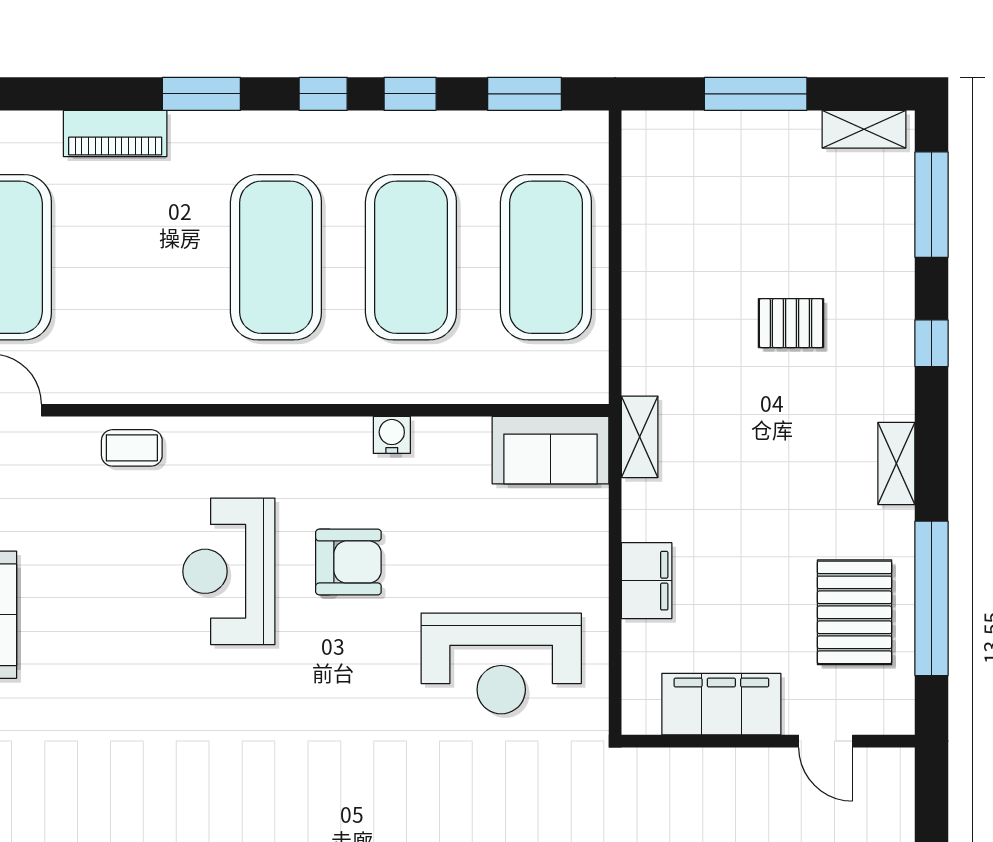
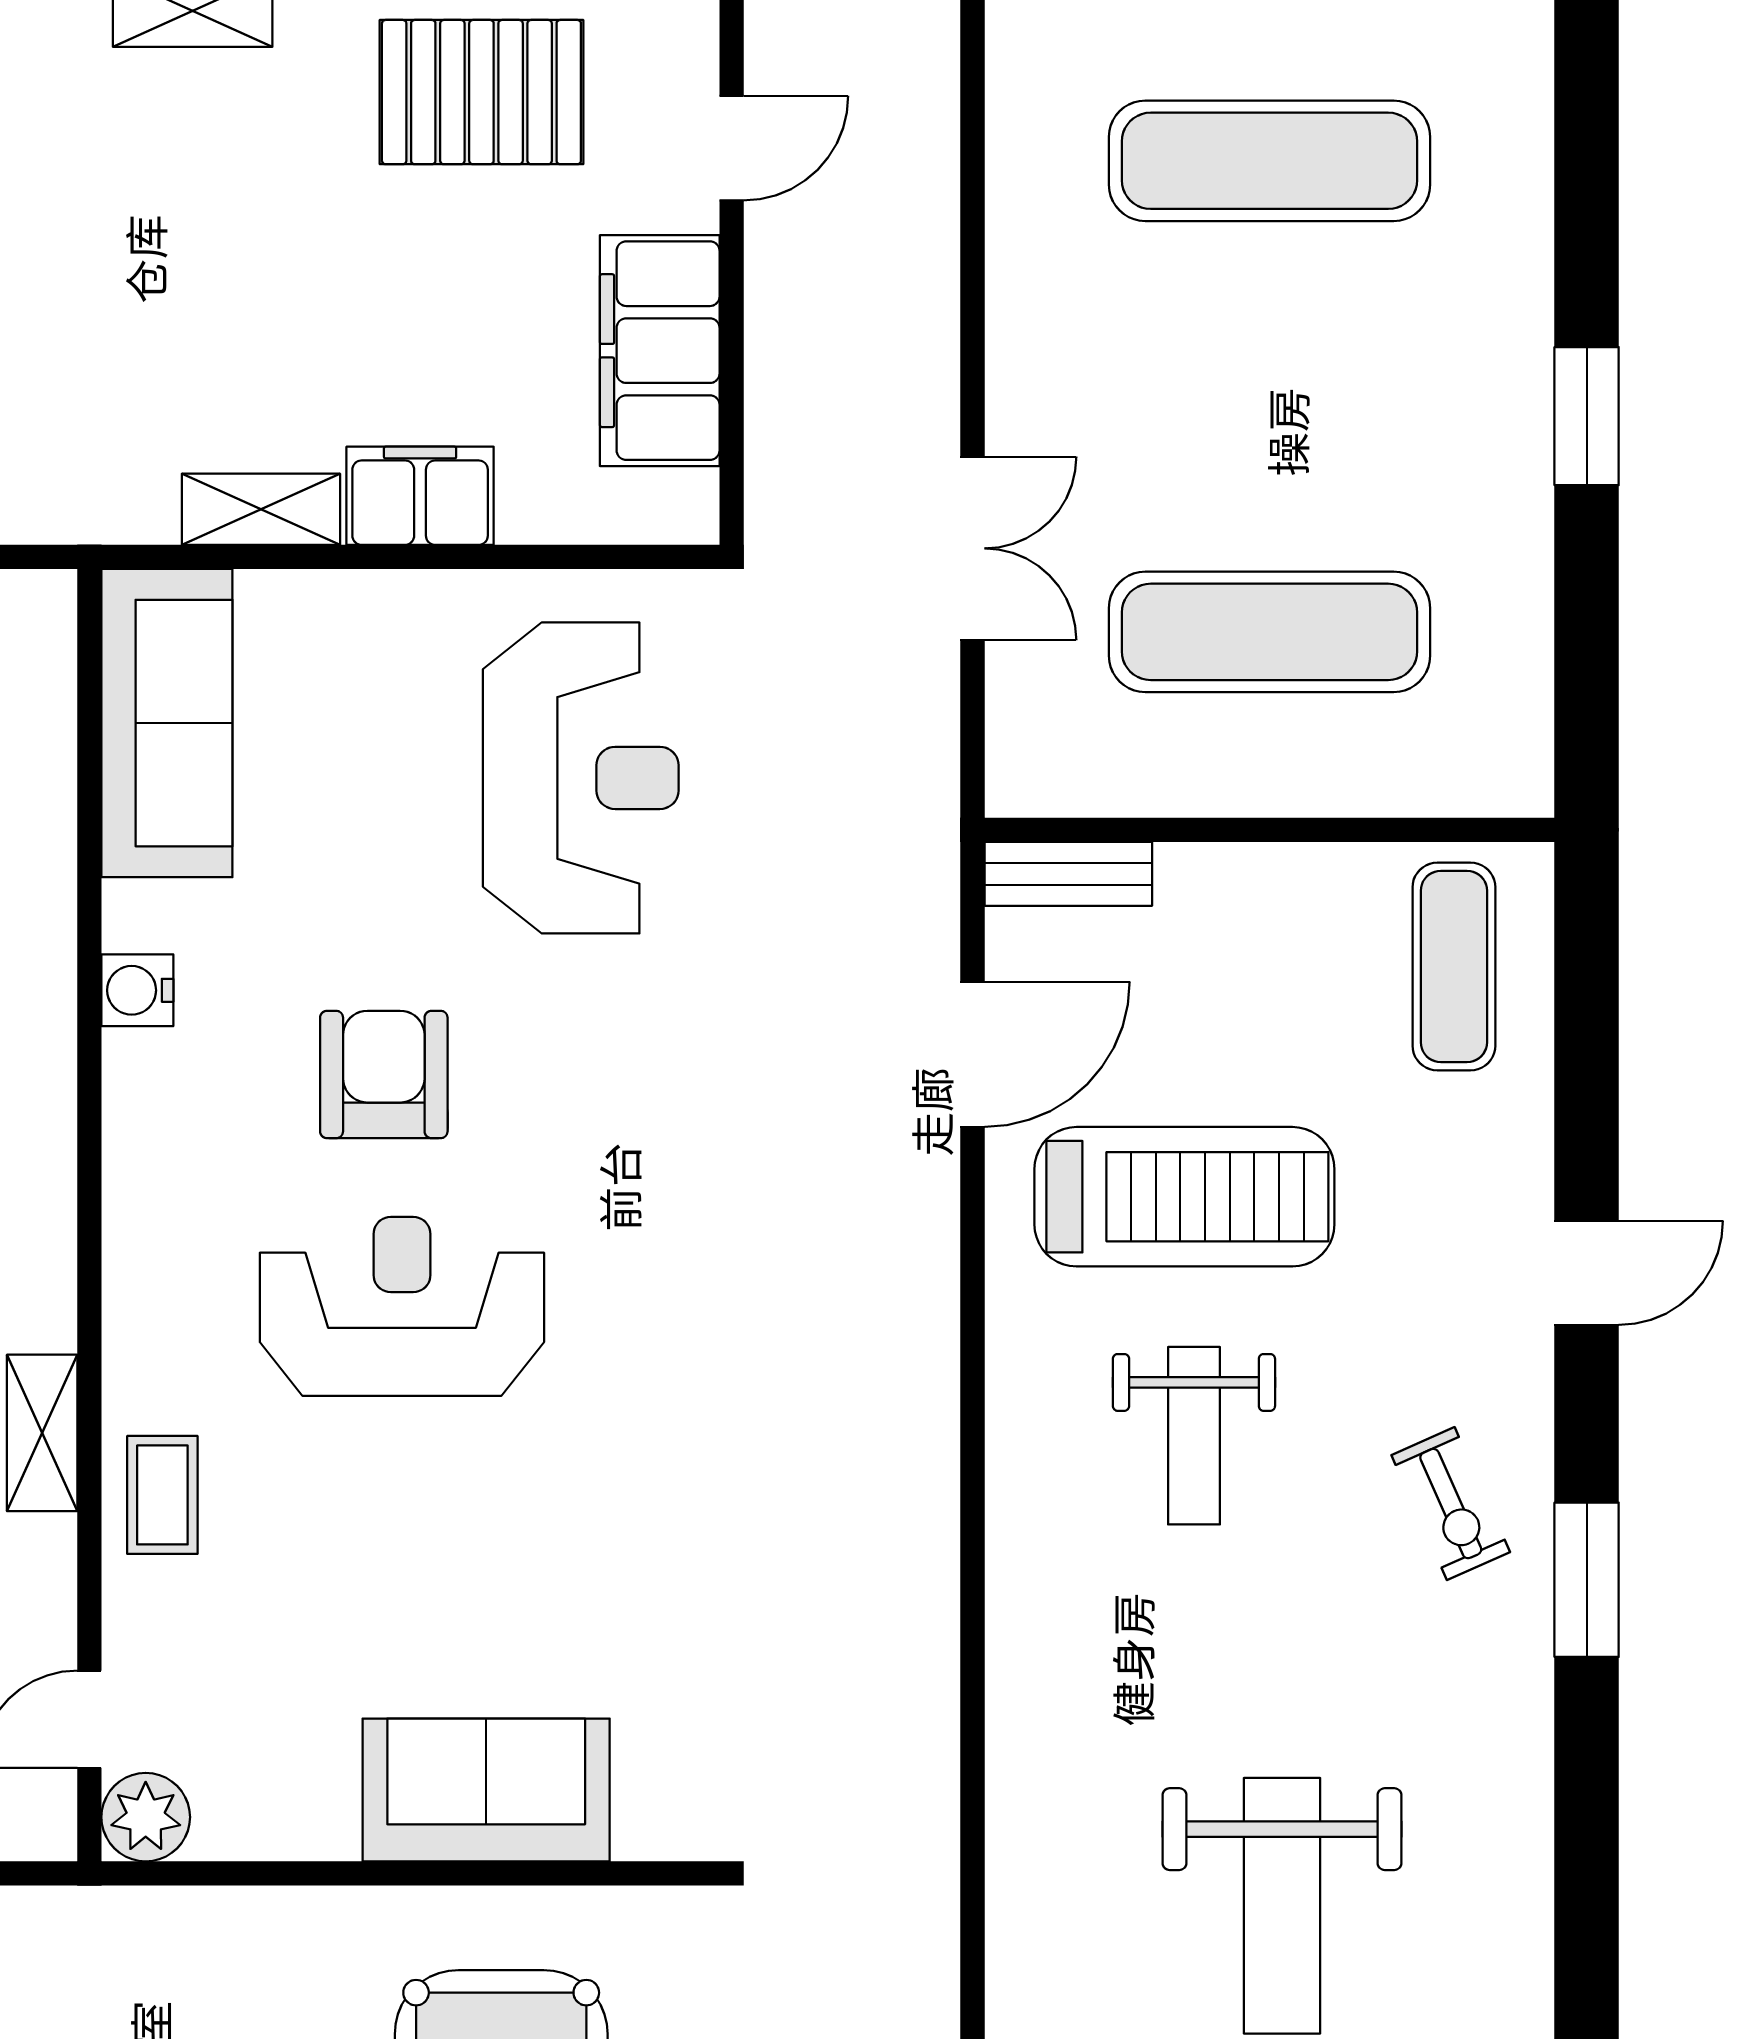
shelving: (164, 386) -> (42, 1433), added
shelving: (640, 437) -> (261, 509), moved
sofa: (551, 450) -> (167, 723), width x1.36
reception desk: (229, 571) -> (402, 1306), turned 180

